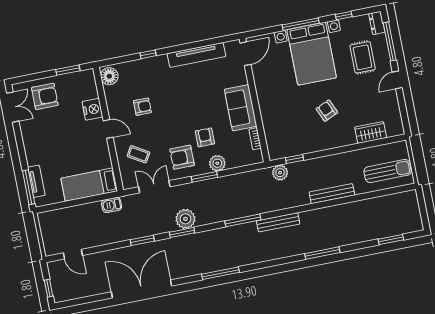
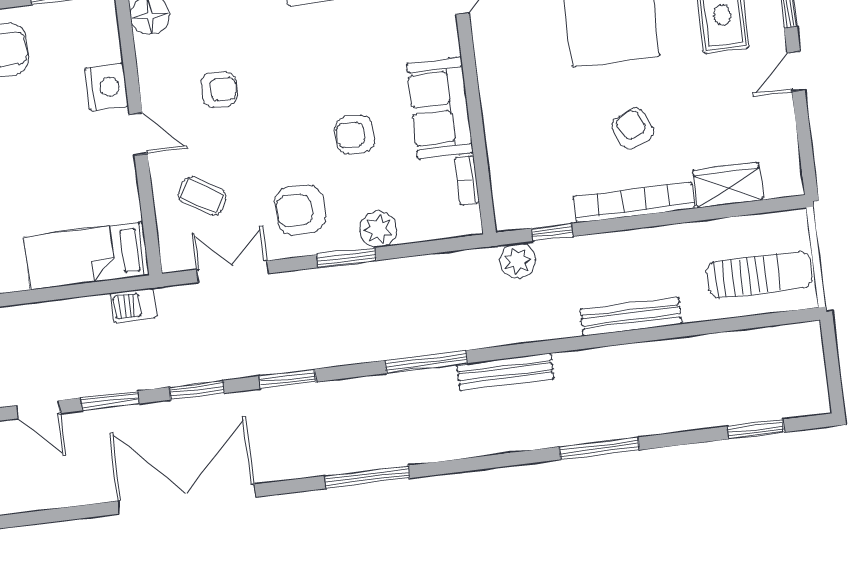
armchair: (205, 137) -> (355, 135), moved, turned -90
bookcase: (330, 143) -> (634, 202), added
plant: (185, 219) -> (297, 349), removed
window: (104, 248) -> (110, 401), added

